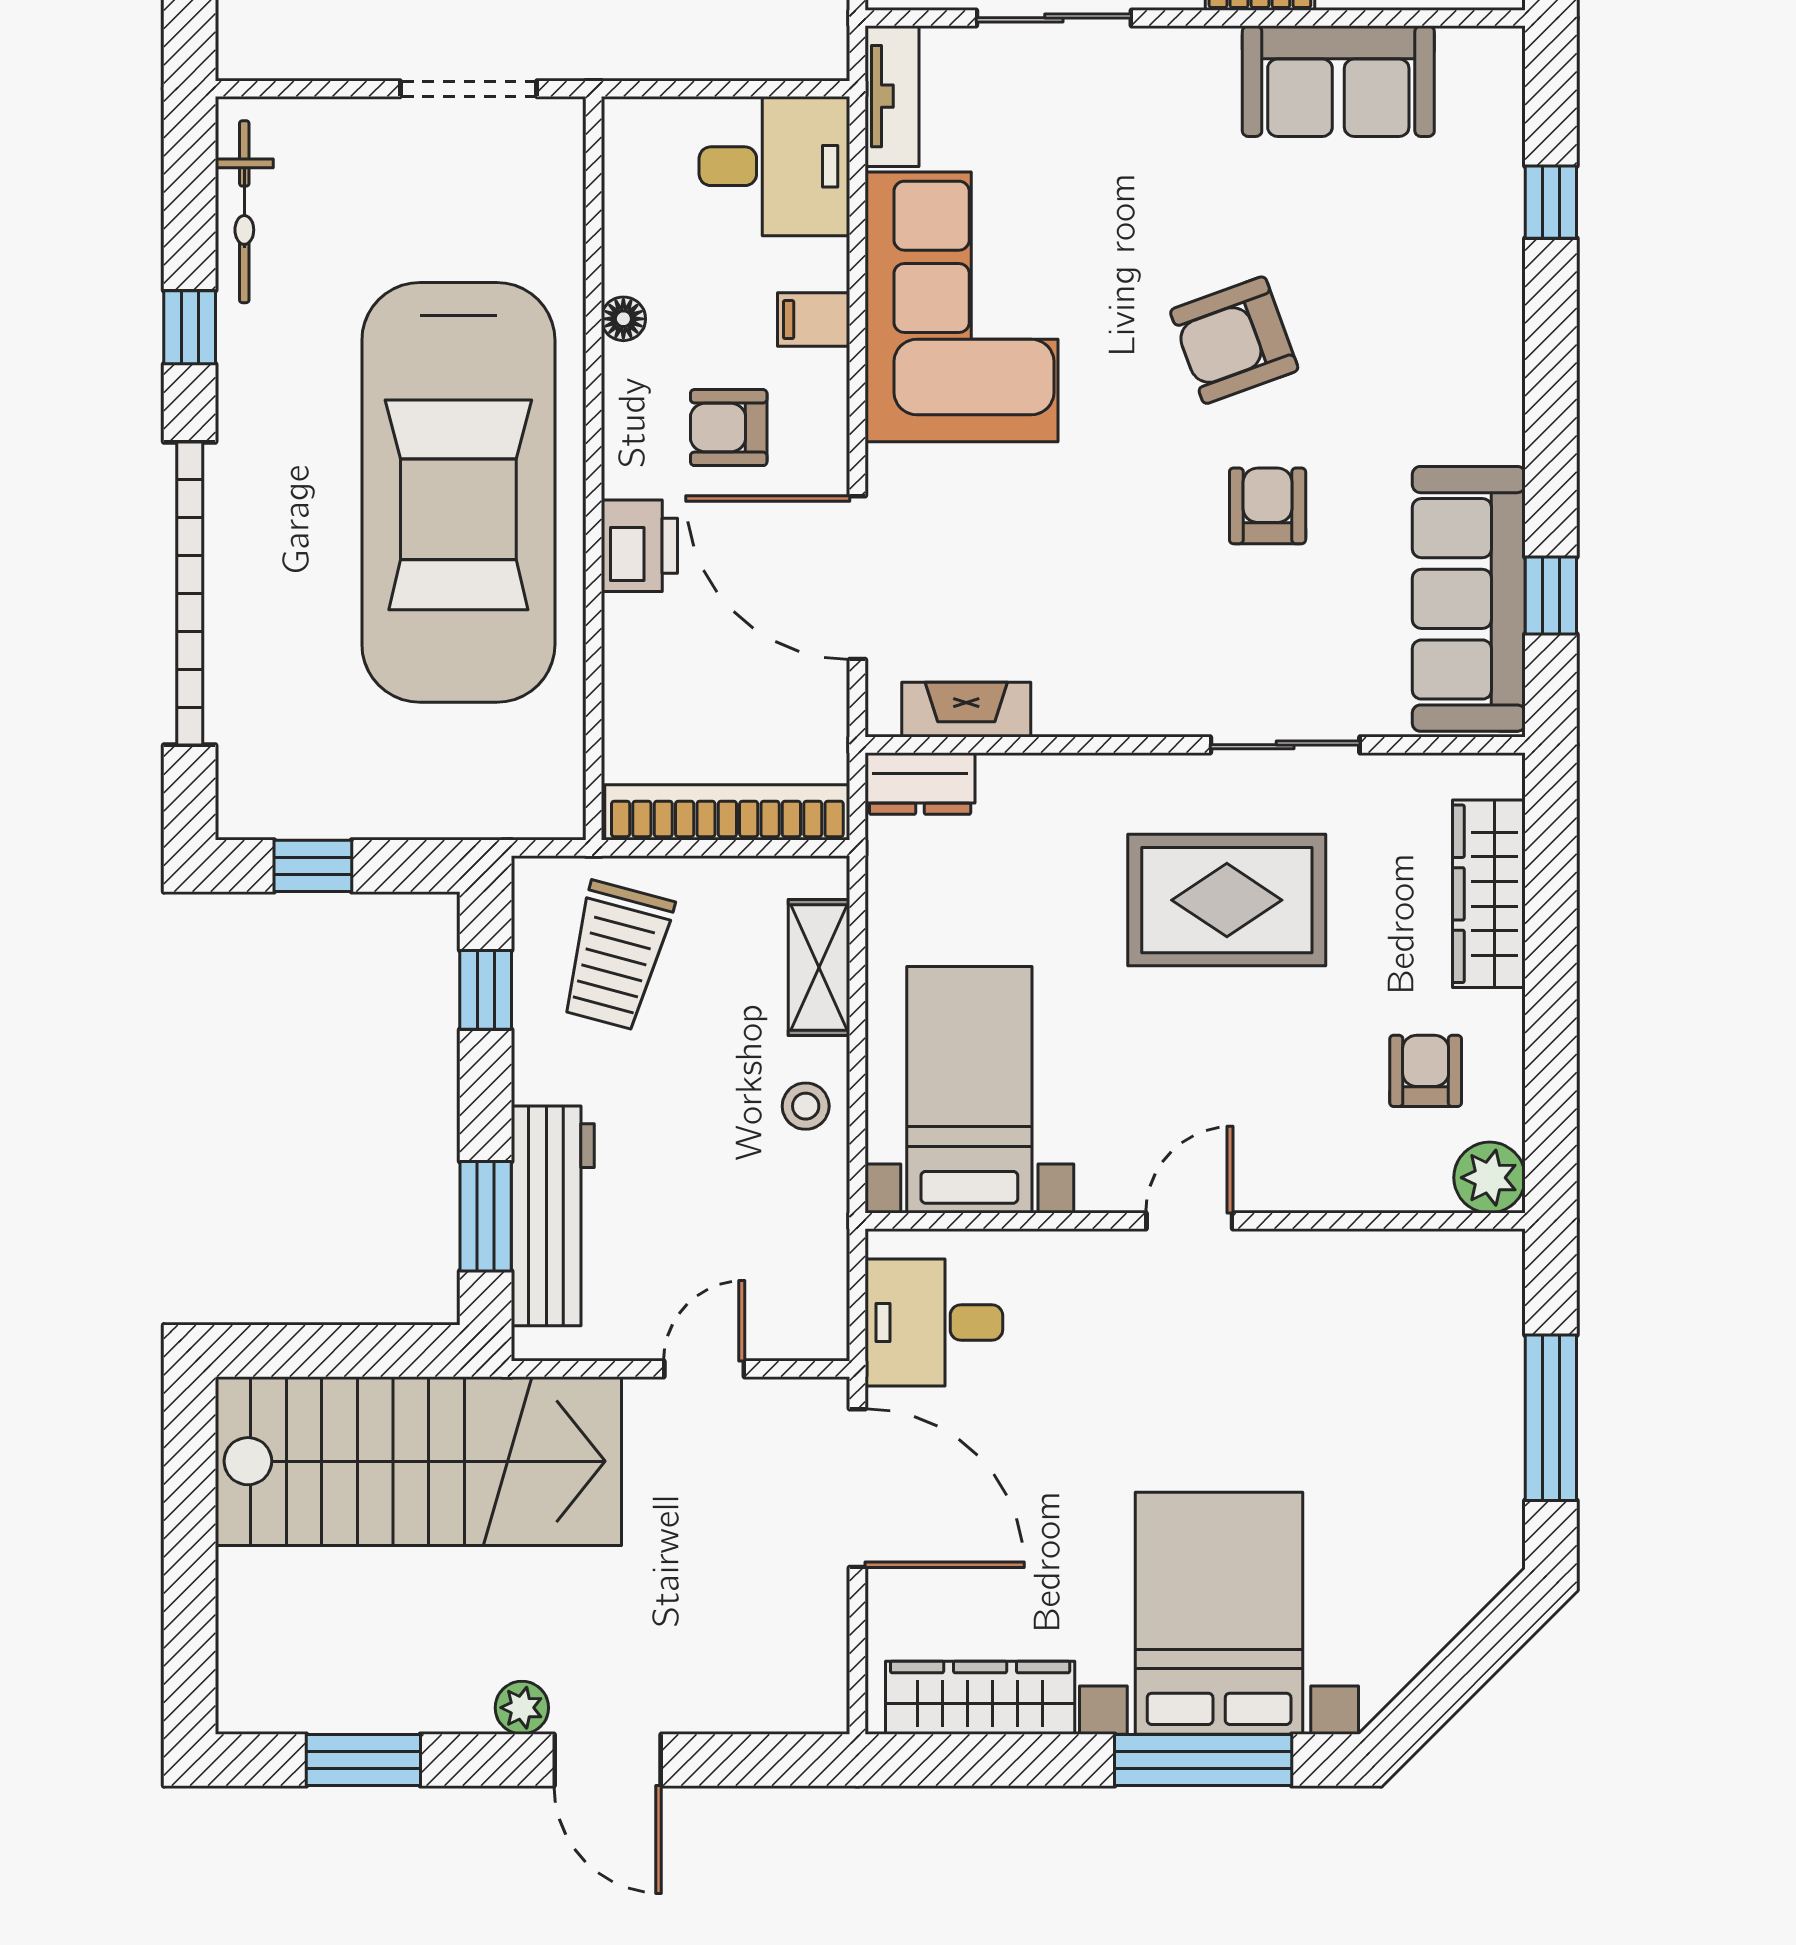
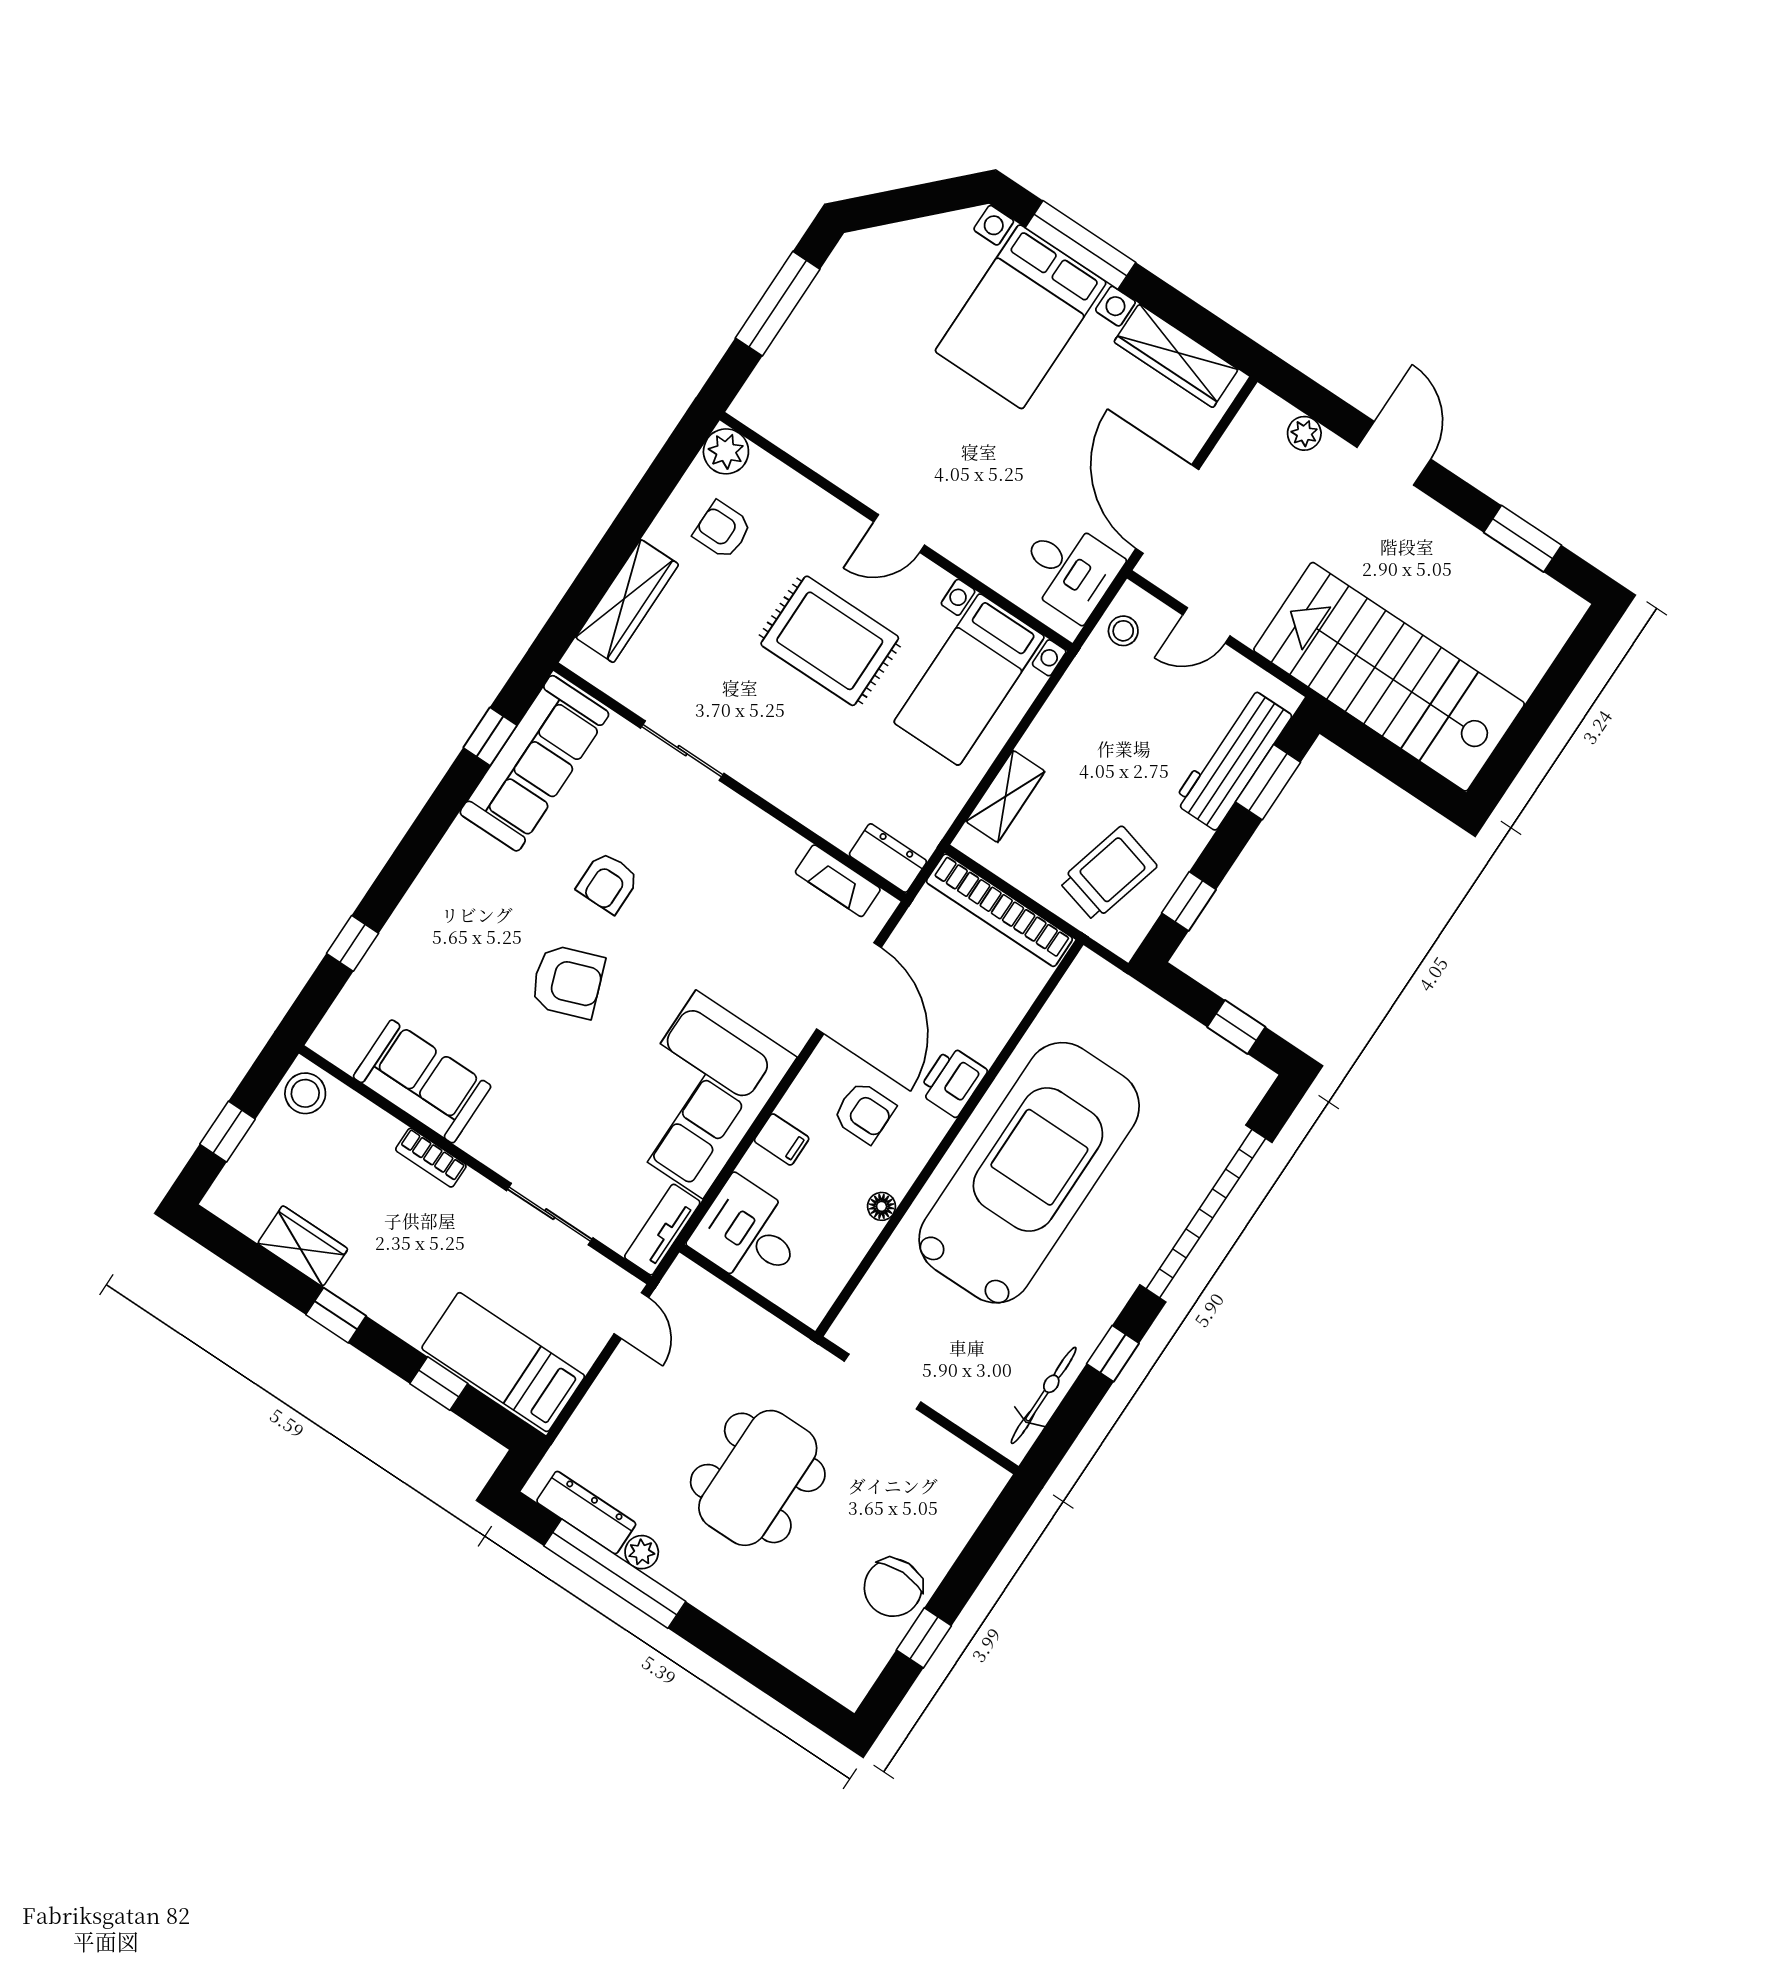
rug: (1227, 900) -> (830, 641), moved
armchair: (1426, 1071) -> (722, 530), turned 90
stool: (806, 1106) -> (1123, 631), moved
plant: (522, 1708) -> (1304, 433), moved

